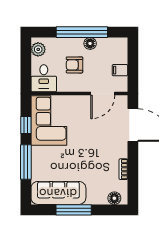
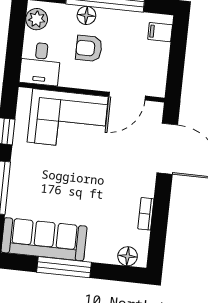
floor lamp: (90, 43) -> (86, 15), moved
filing cabinet: (120, 70) -> (160, 32), moved
corner sofa: (49, 120) -> (68, 119), moved, turned 90

